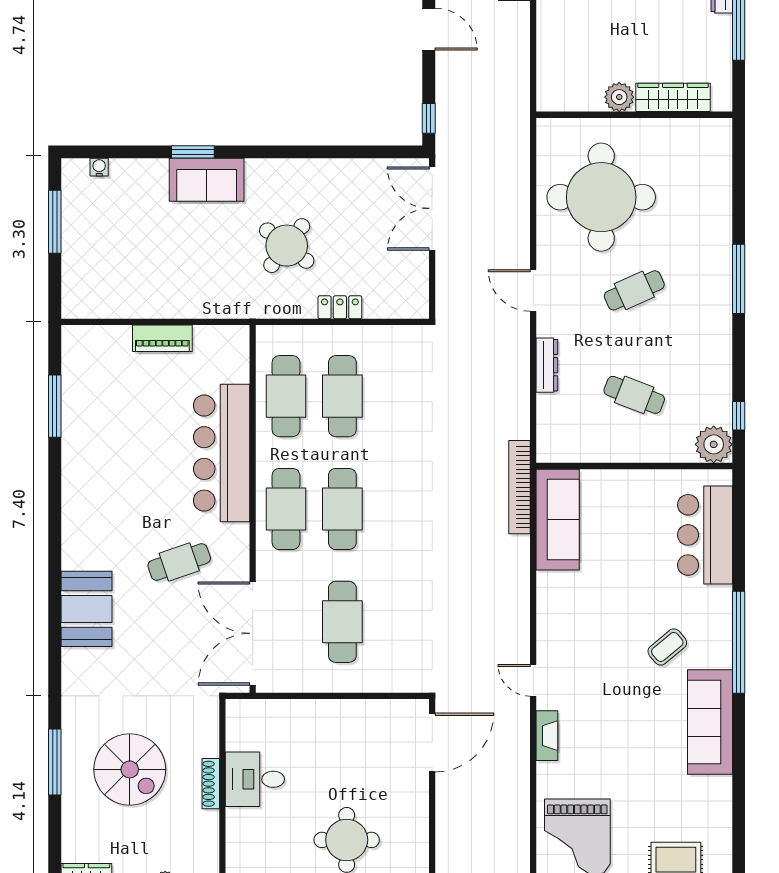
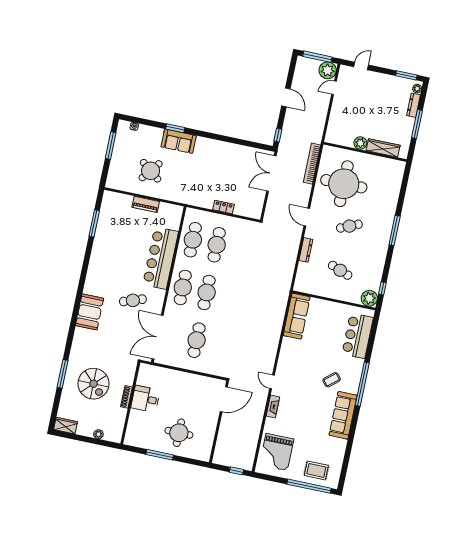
round table: (287, 246) -> (151, 171), moved
bookcase: (519, 487) -> (312, 164), moved

